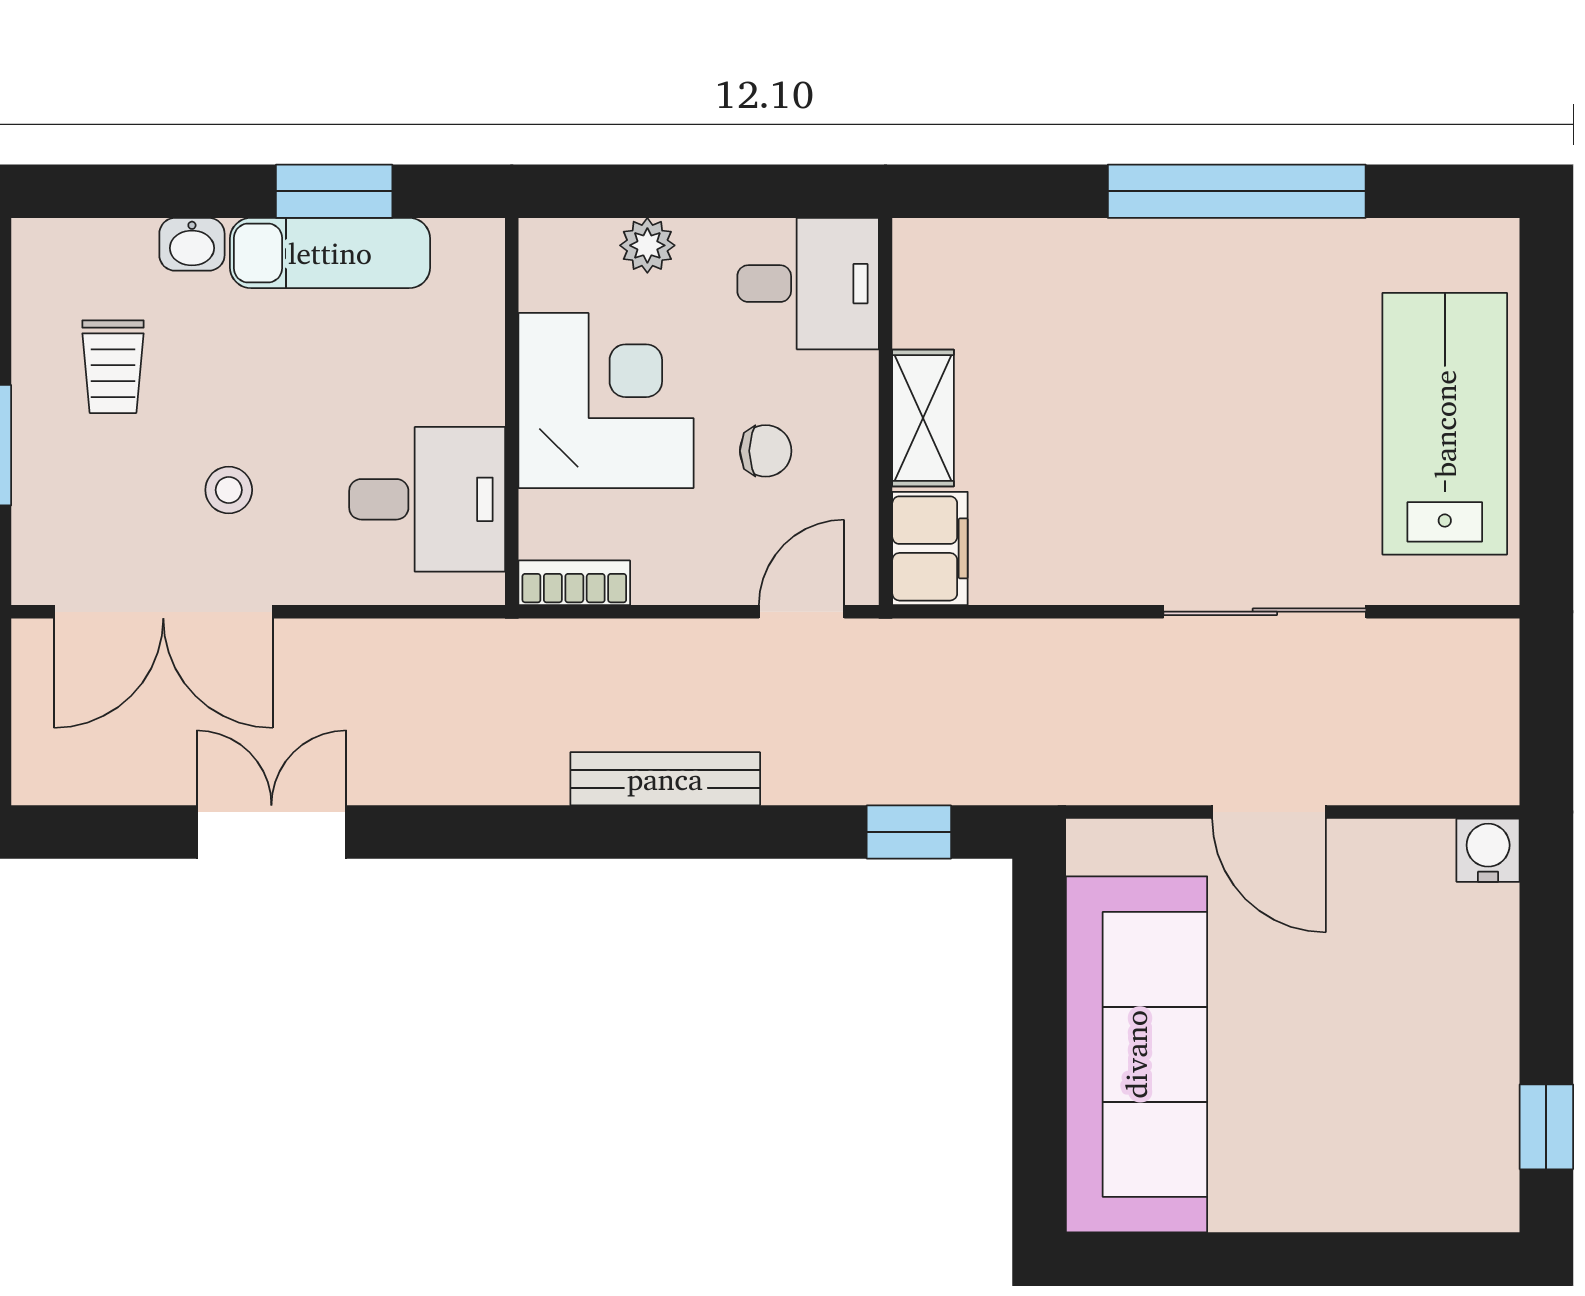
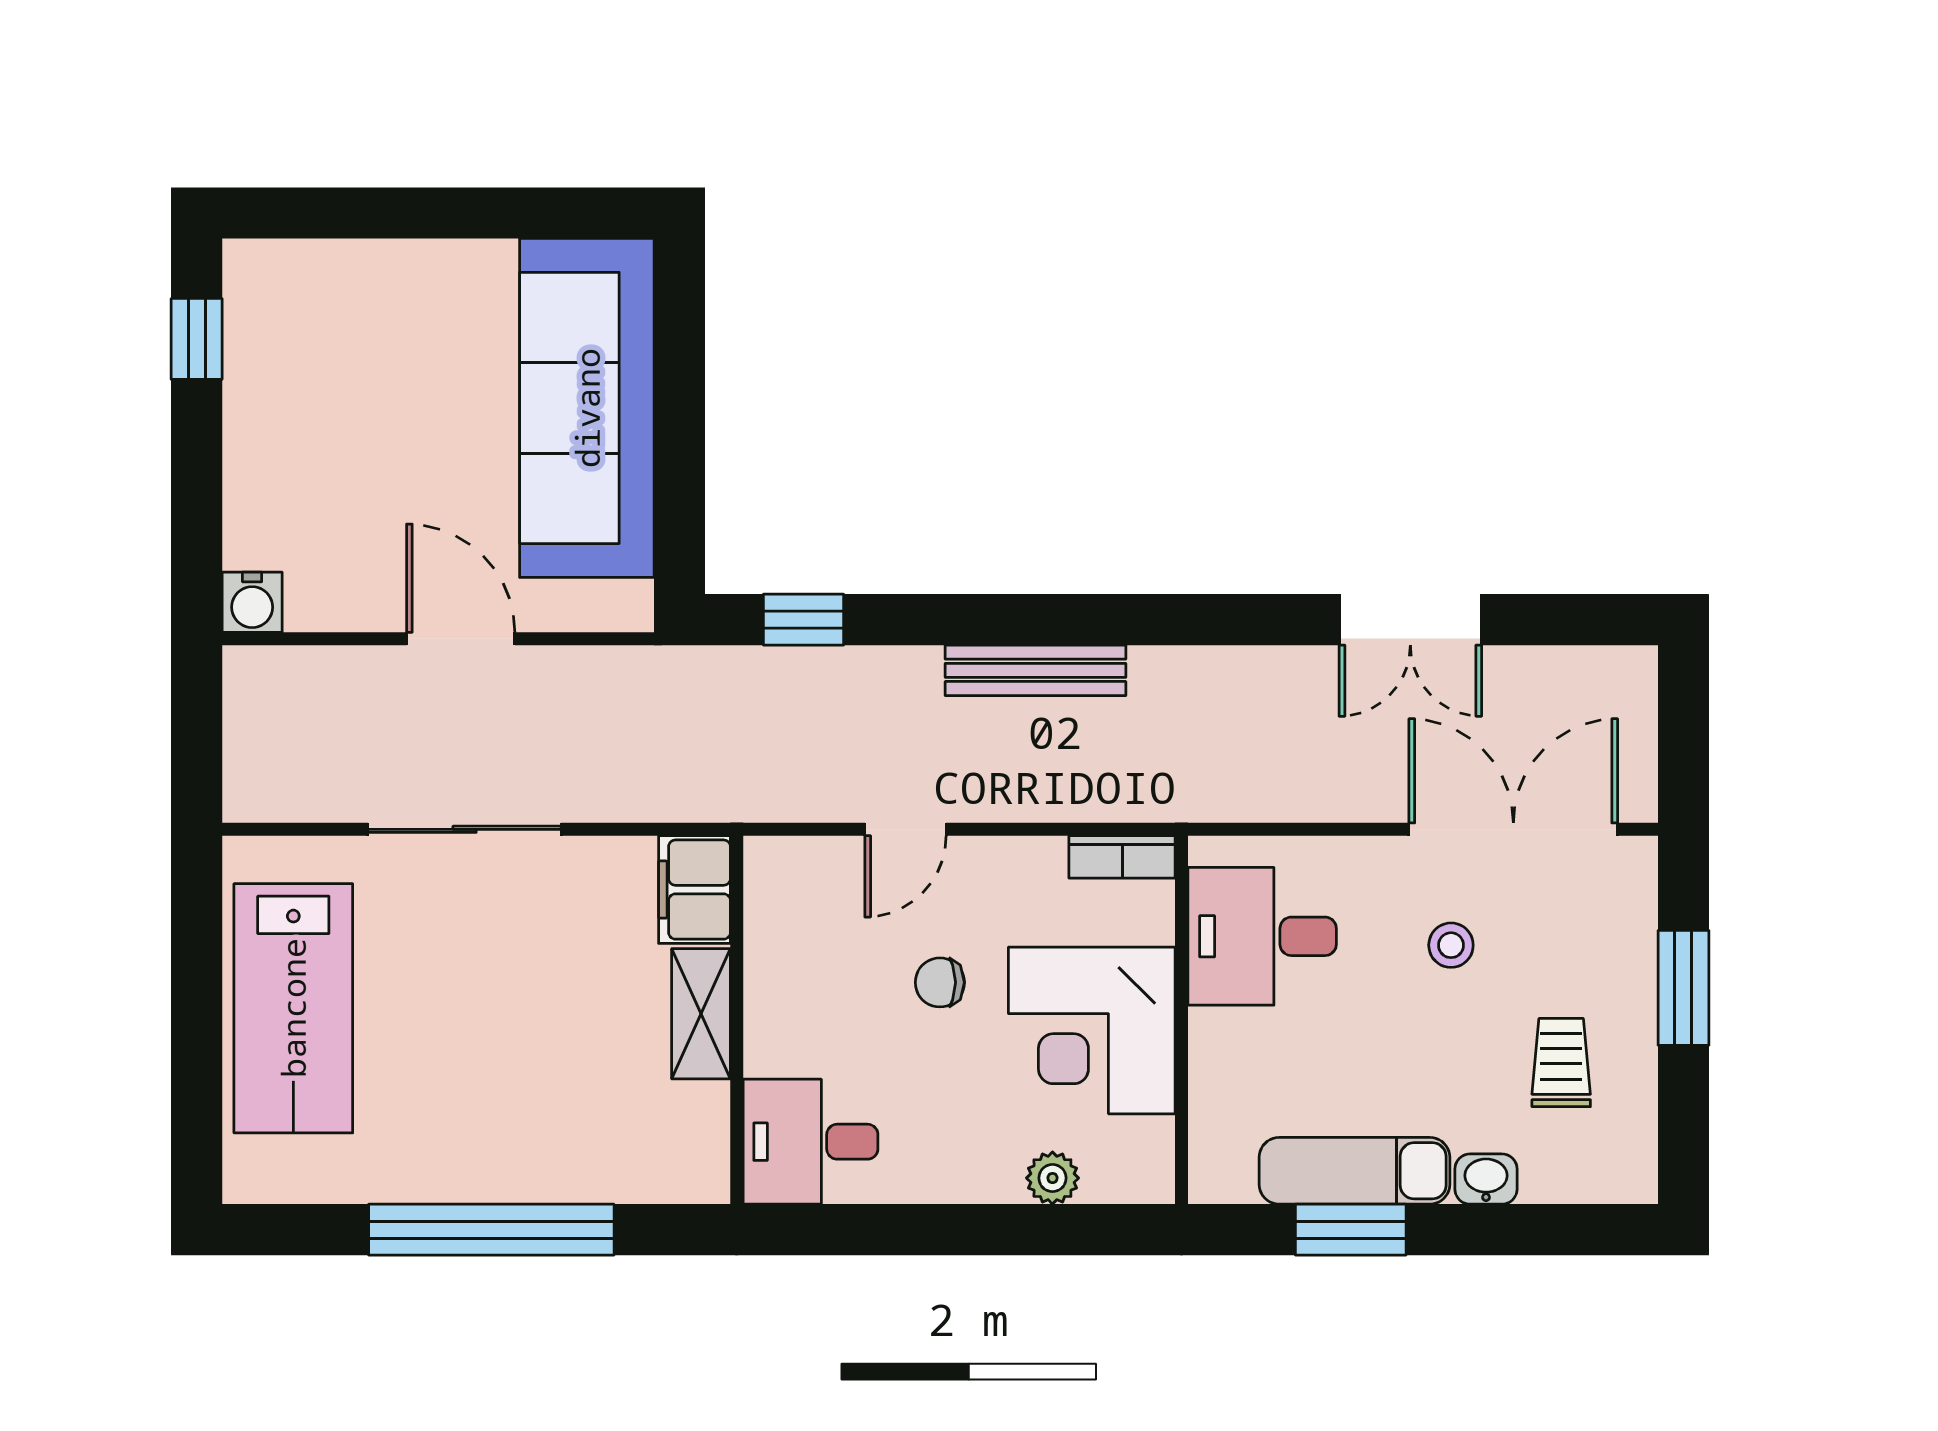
desk: (808, 284) -> (810, 1142), moved
wall: (886, 411) -> (737, 1020), moved
shelving: (923, 418) -> (701, 1014), moved
filing cabinet: (930, 548) -> (694, 890), moved

